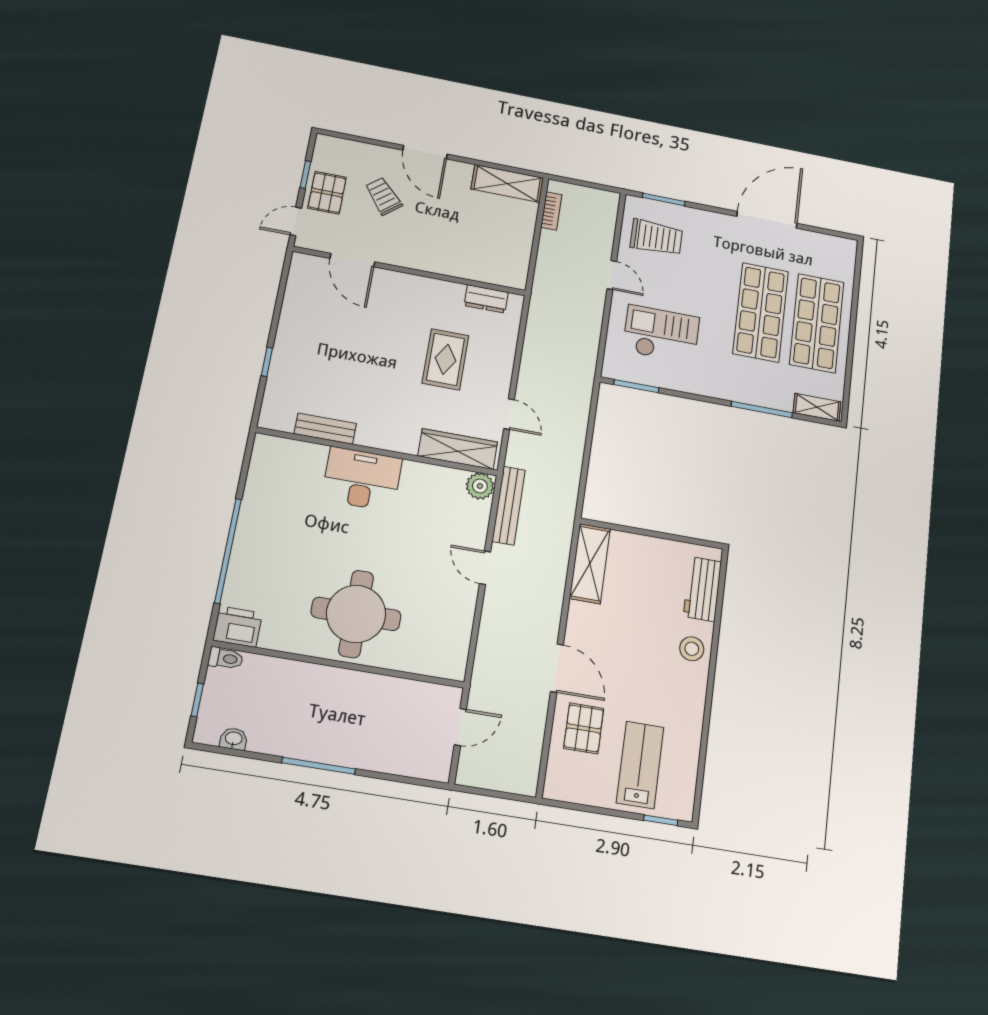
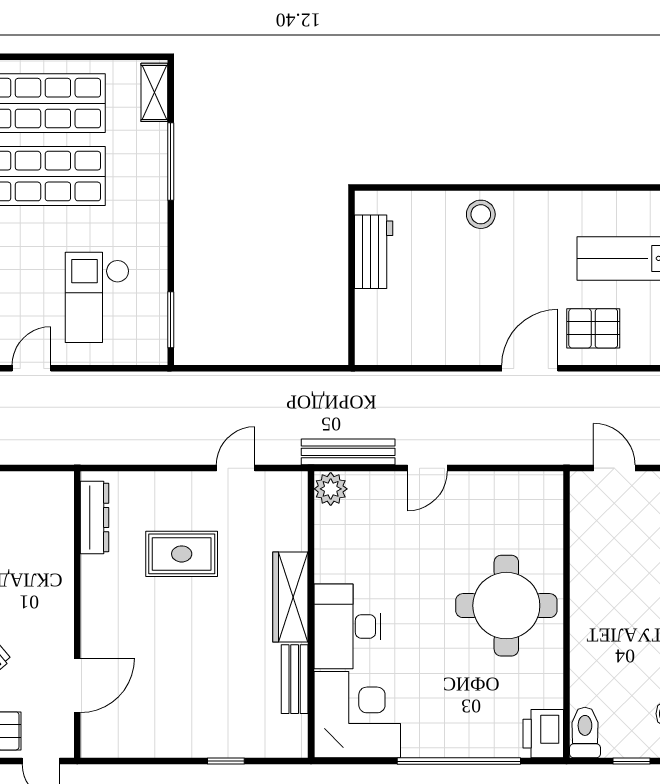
dresser: (486, 299) -> (95, 517), width x1.44
wardrobe: (458, 449) -> (290, 597), moved
corner desk: (285, 474) -> (357, 715), added
shelving: (590, 564) -> (401, 347), removed
workbench: (702, 589) -> (374, 252), moved, turned -90
toilet: (226, 658) -> (585, 733), width x1.37, depth x1.39

